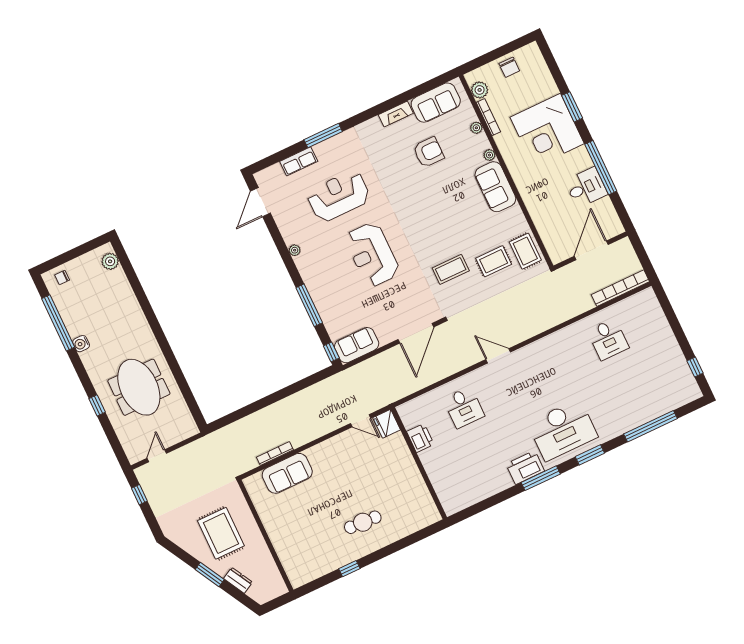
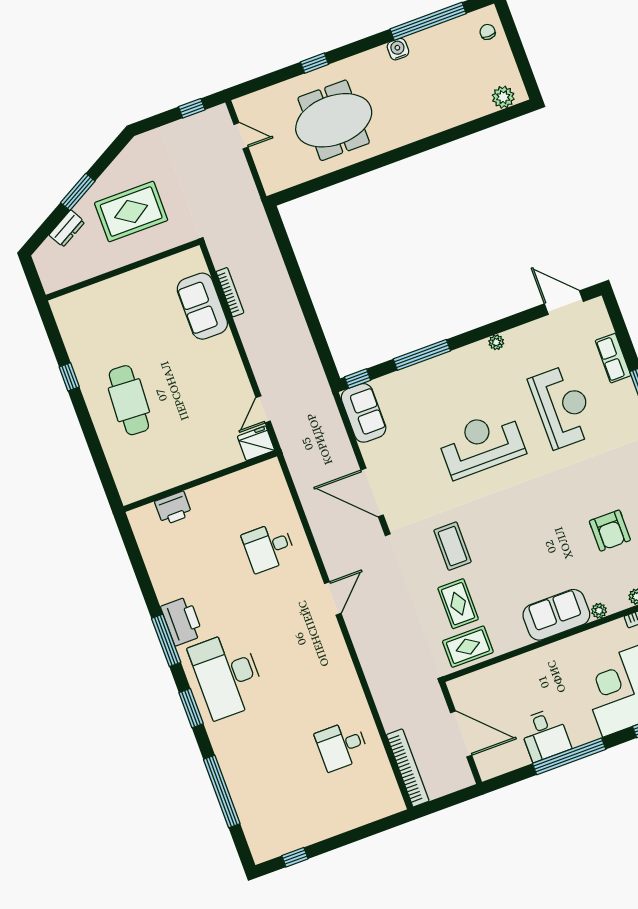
printer: (420, 438) -> (173, 508), moved
cafe table: (363, 522) -> (129, 400), width x1.37, depth x1.35

